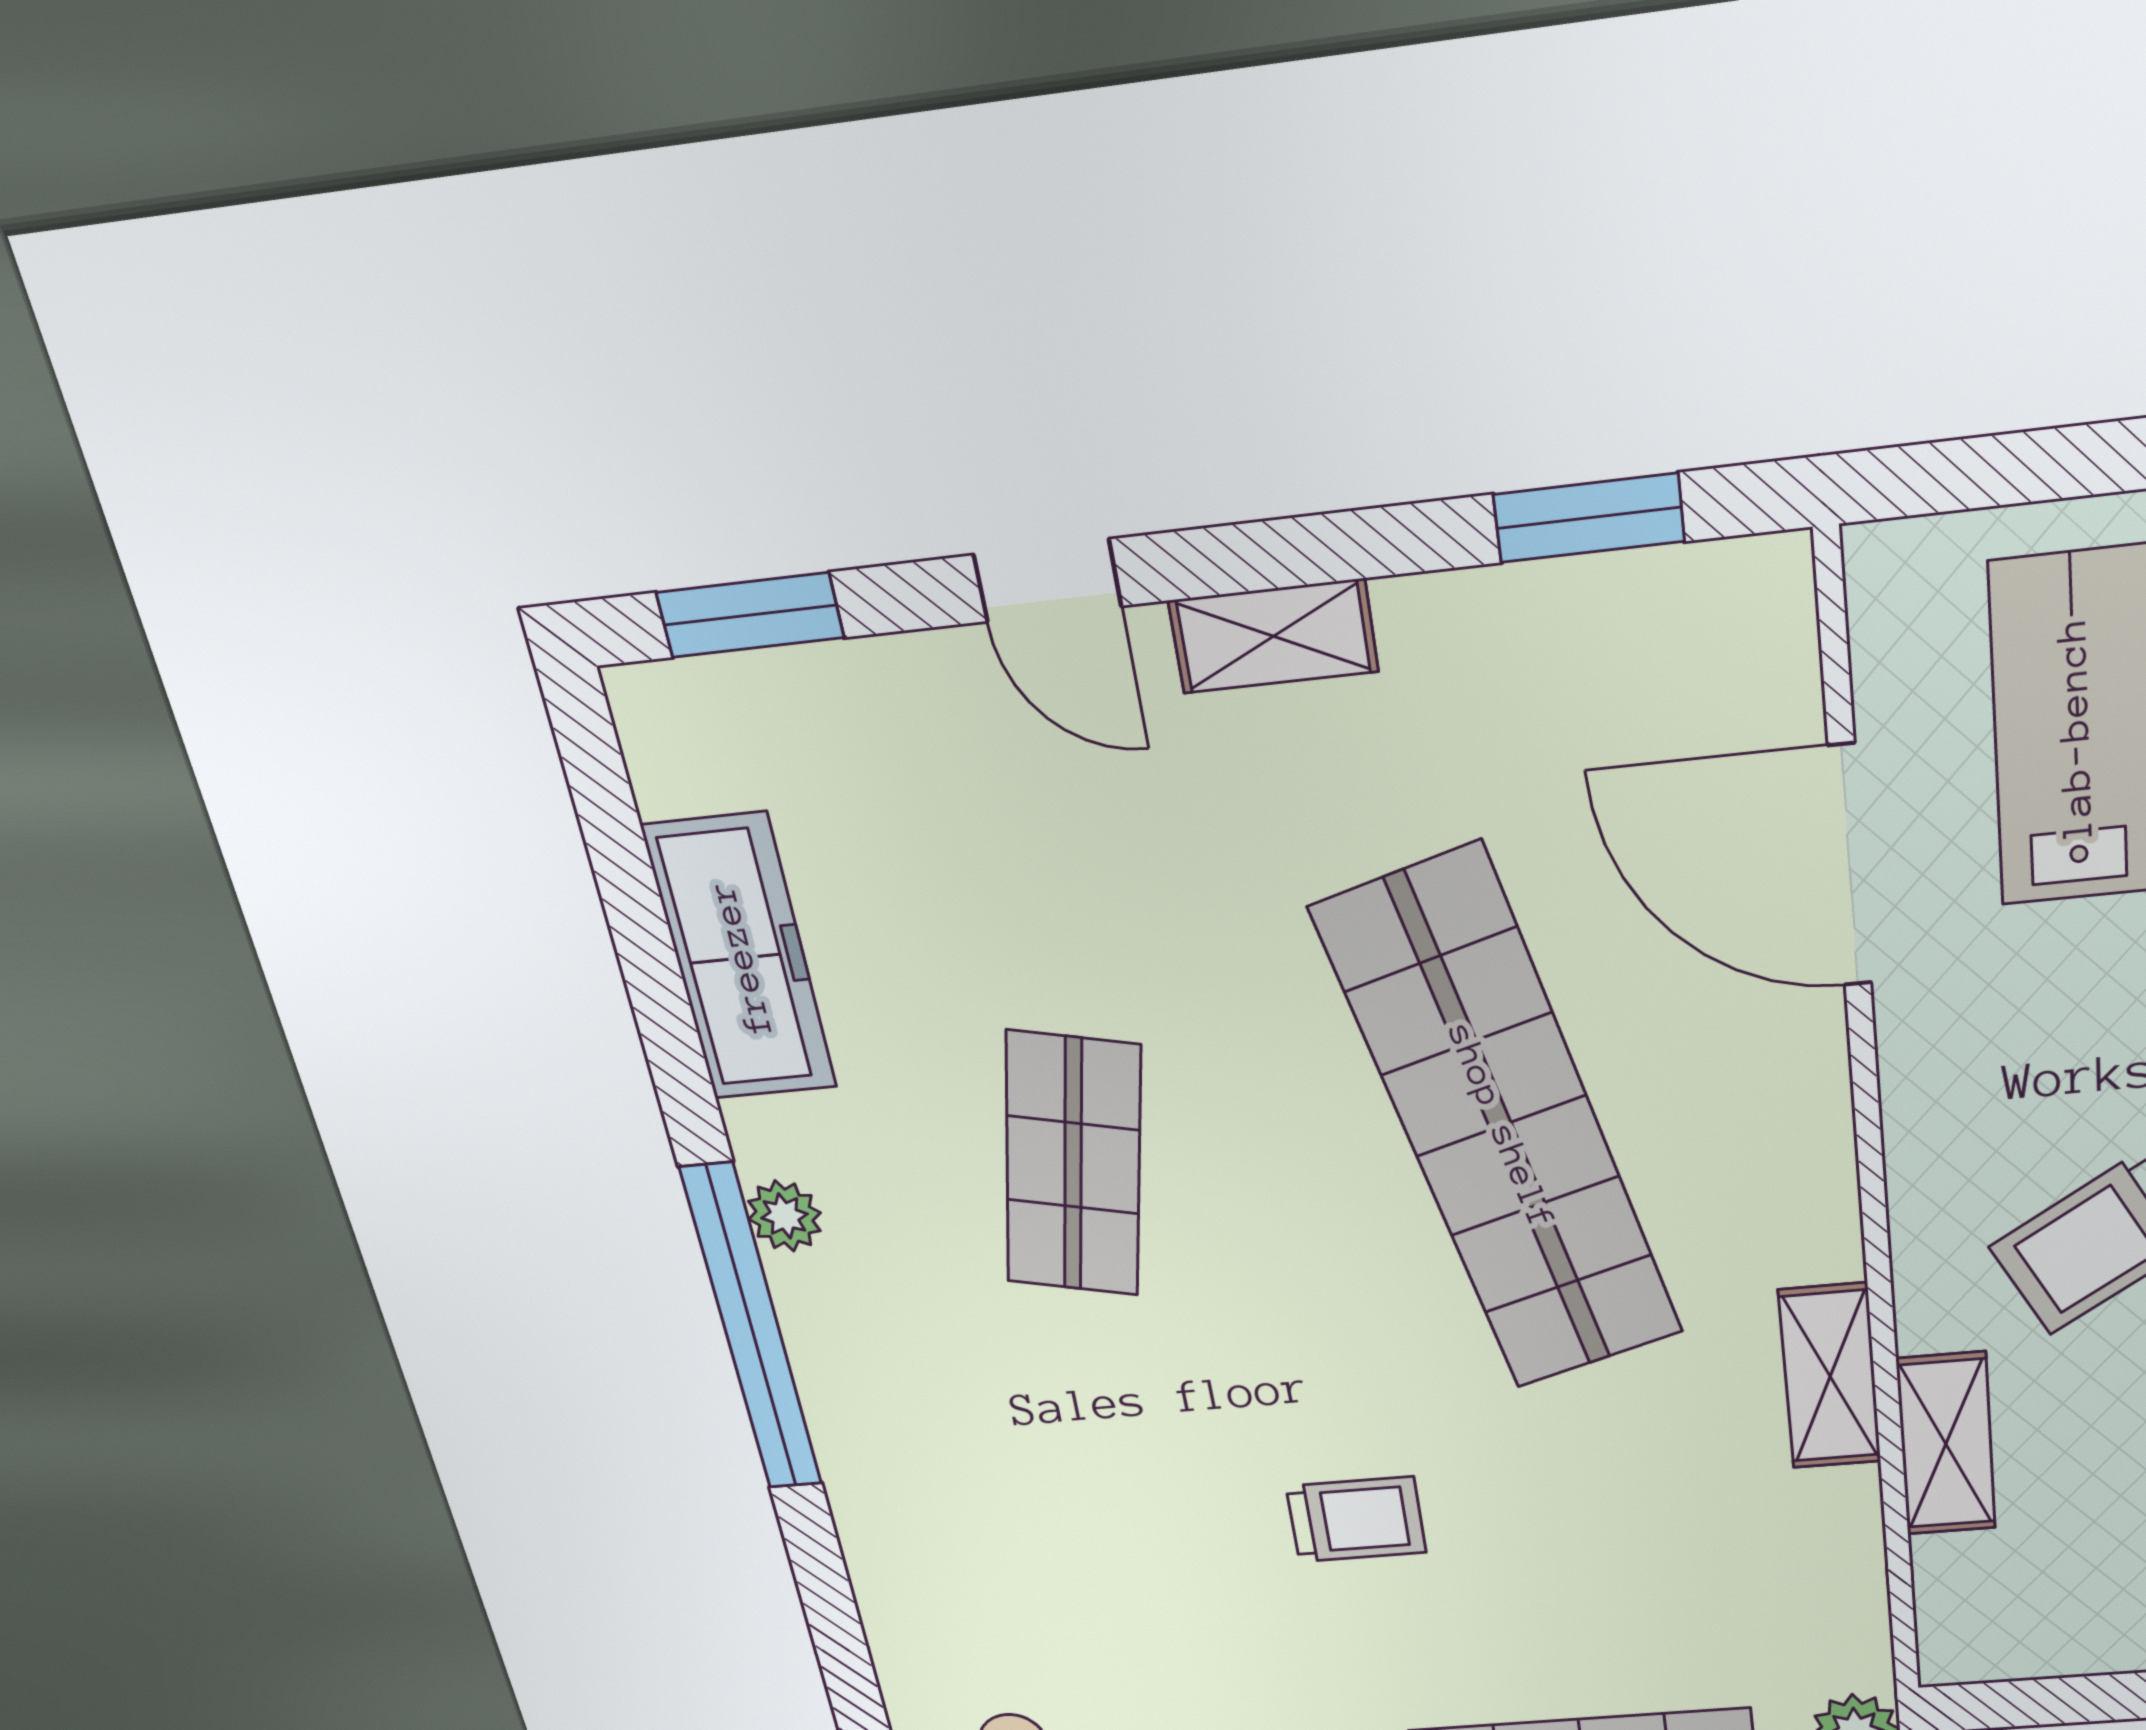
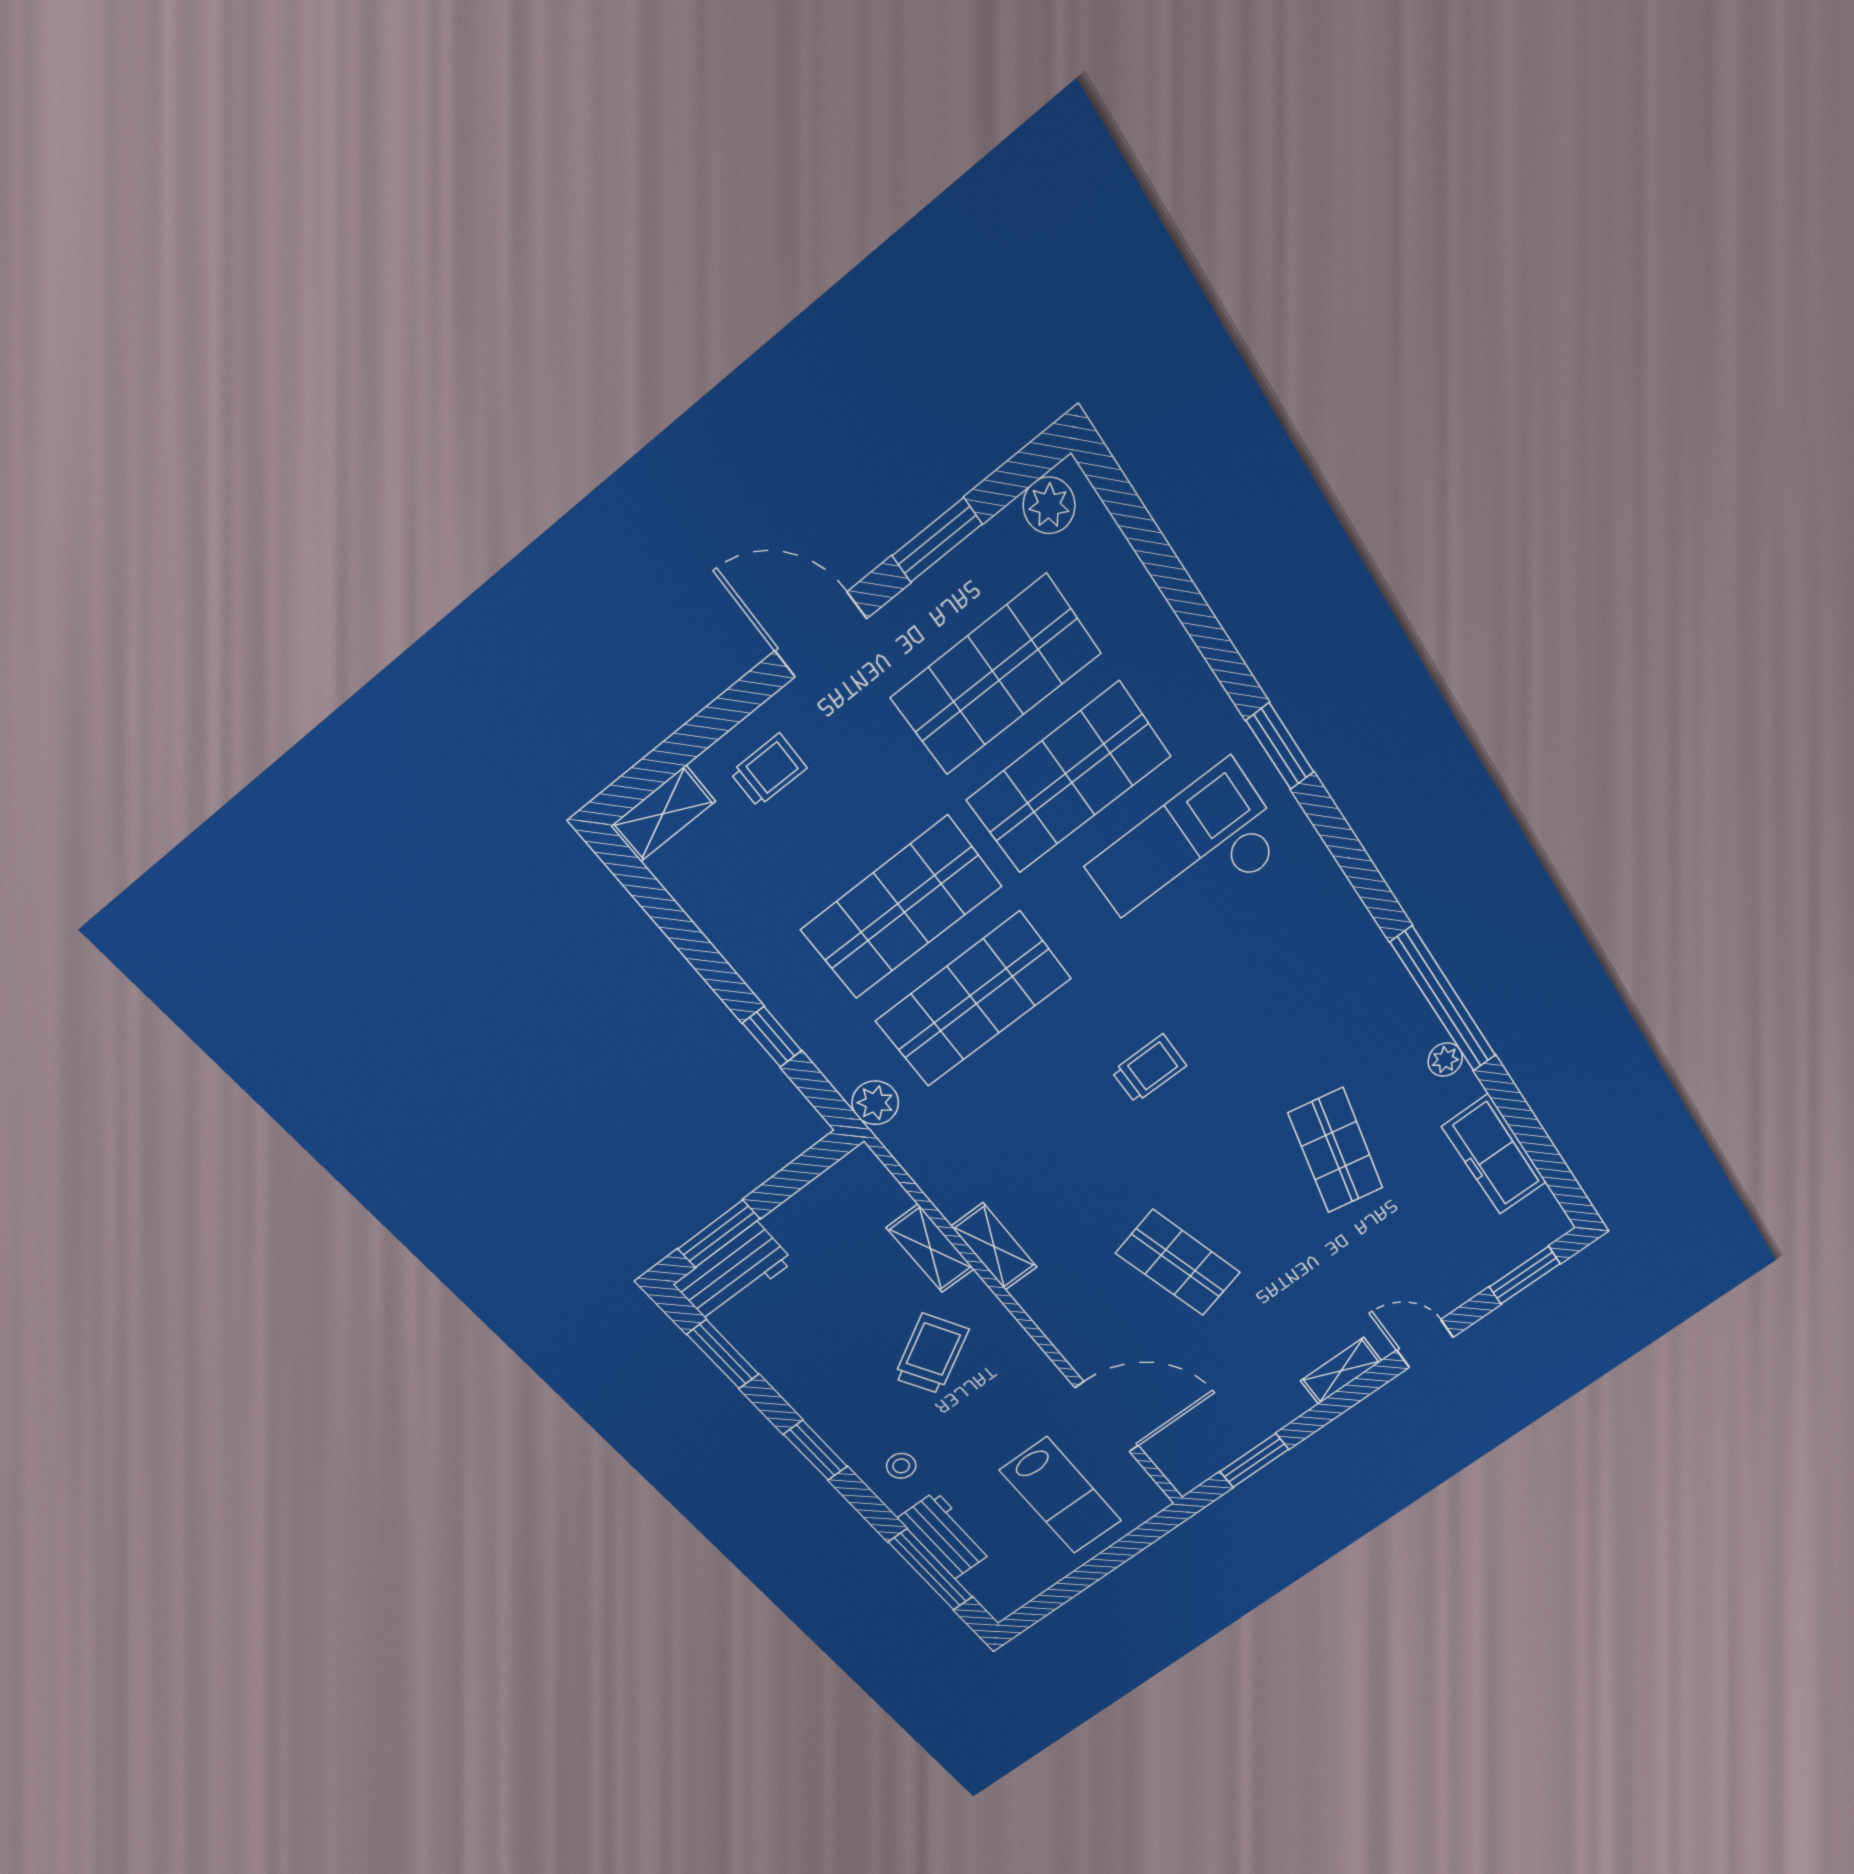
shop shelf: (1501, 1126) -> (1178, 1263), width x0.50, depth x0.74
trolley: (1356, 1519) -> (1149, 1069), turned 180

